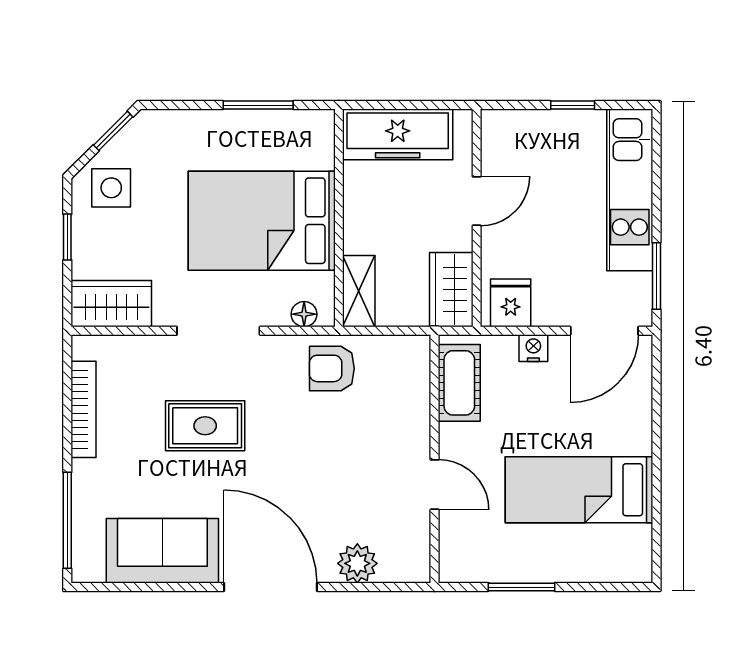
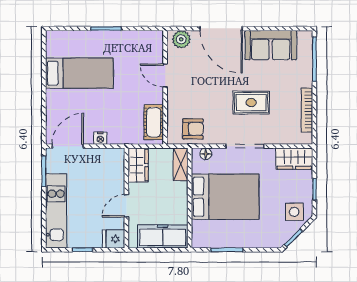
fridge: (511, 303) -> (114, 239), moved, turned 90
cot: (459, 383) -> (154, 122), moved
wall: (435, 459) -> (165, 87), moved
door: (435, 485) -> (165, 76), moved

